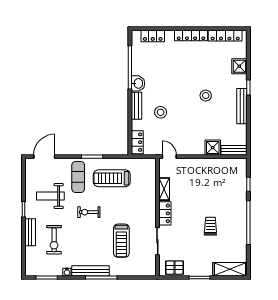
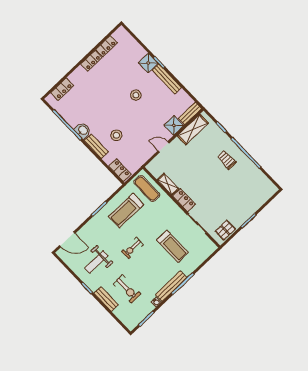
locker: (191, 36) -> (91, 61), width x0.66
locker: (225, 36) -> (107, 46), width x0.66
shower: (239, 66) -> (148, 63), moved
door: (44, 157) -> (67, 239), swing flipped
door: (169, 157) -> (164, 147), moved
exercise mat: (78, 177) -> (147, 189), moved
trolley: (210, 226) -> (227, 160), moved
shelving: (230, 269) -> (193, 129), moved

